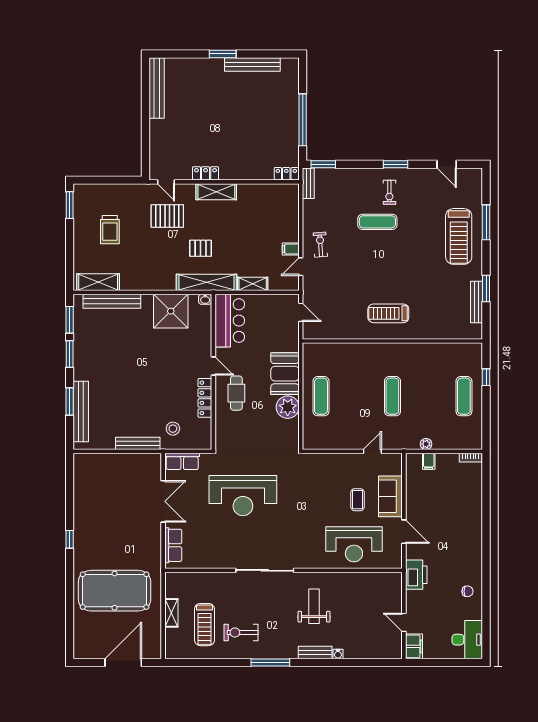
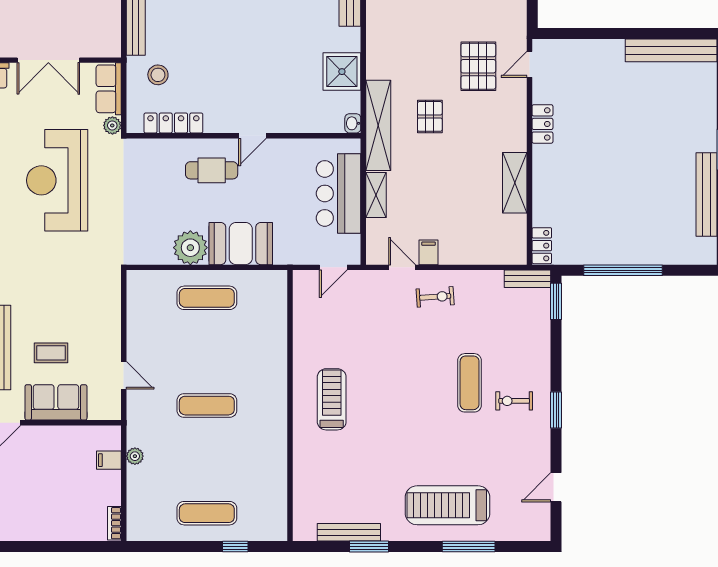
shelving: (216, 192) -> (515, 183), moved
shower: (171, 311) -> (342, 72), width x0.73, depth x0.73
bar counter: (230, 321) -> (339, 193), moved, turned 90
locker: (205, 398) -> (173, 123), moved
plant: (207, 459) -> (112, 125), added

